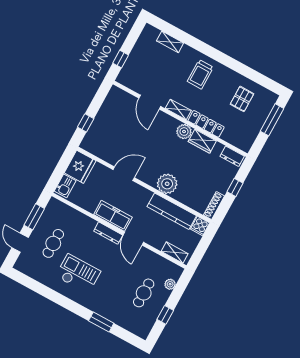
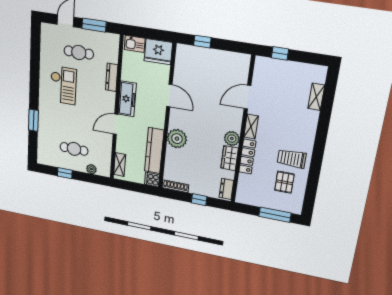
trolley: (200, 74) -> (292, 159), moved
pallet: (242, 99) -> (284, 182), turned 90
dresser: (108, 233) -> (112, 77), moved

